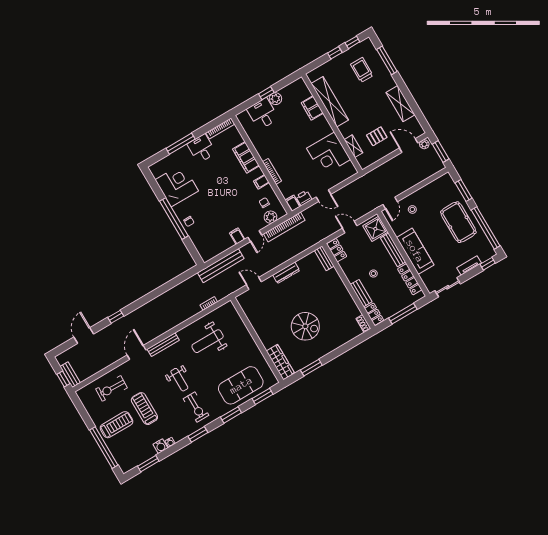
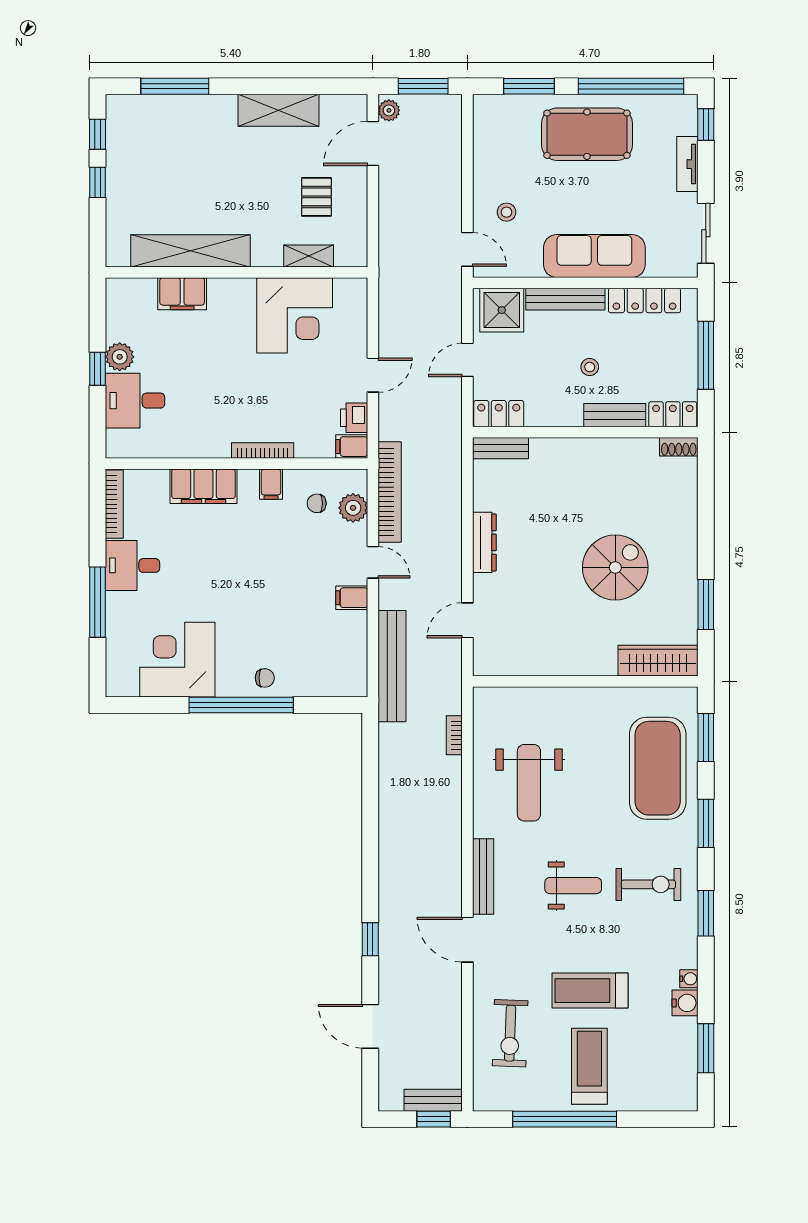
trolley: (362, 70) -> (164, 148), removed
window: (104, 448) -> (565, 1119), moved

